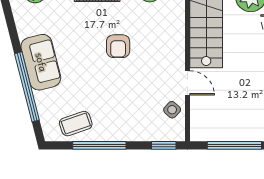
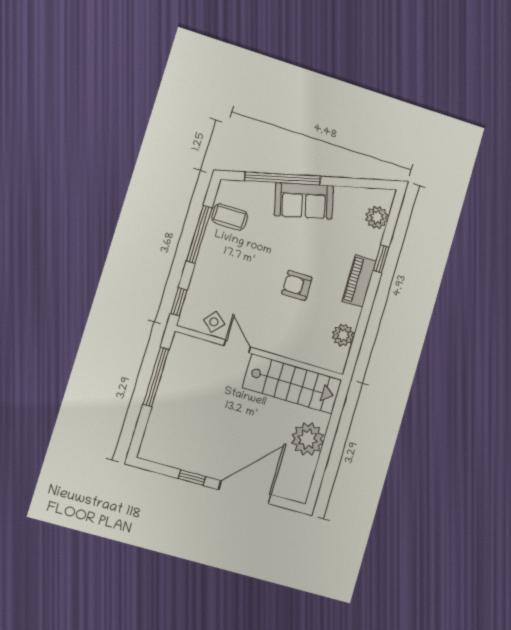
door: (187, 83) -> (237, 346), swing flipped
coffee table: (76, 124) -> (230, 217), turned -71

